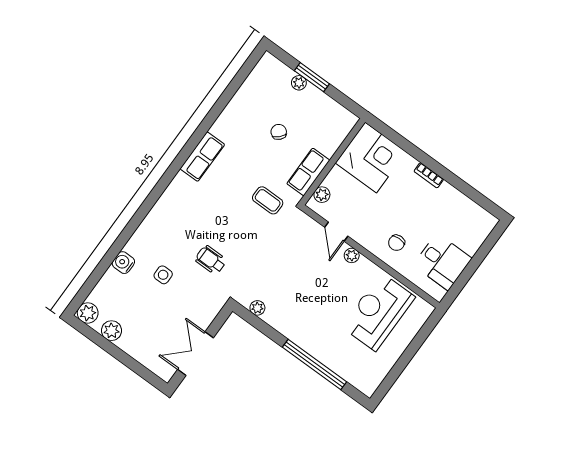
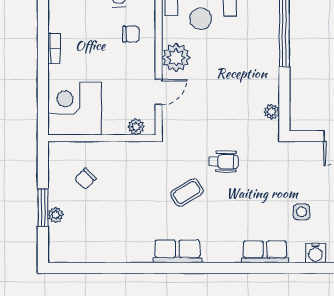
chair: (279, 132) -> (85, 179), moved
row of seats: (308, 172) -> (265, 252), moved, turned 180
coffee table: (268, 200) -> (187, 192), moved, turned 58
plant: (352, 255) -> (176, 58), width x1.88, depth x1.88
wheelchair: (211, 260) -> (224, 162), moved, turned -90

